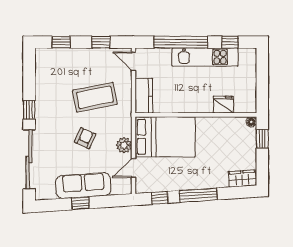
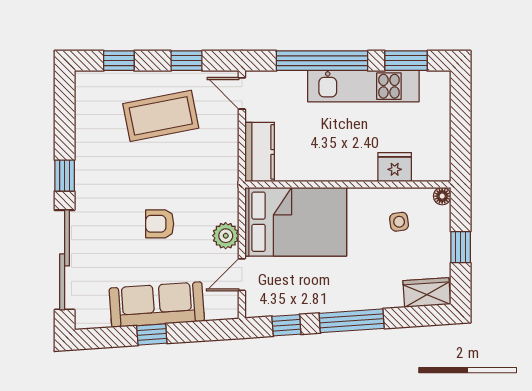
window: (230, 42) -> (406, 61), width x1.50
coffee table: (95, 97) -> (161, 116), moved
side table: (226, 137) -> (399, 222), added
armchair: (85, 138) -> (160, 224), turned -114
window: (262, 139) -> (461, 247), moved

